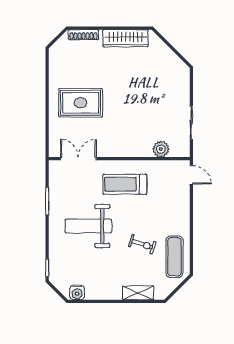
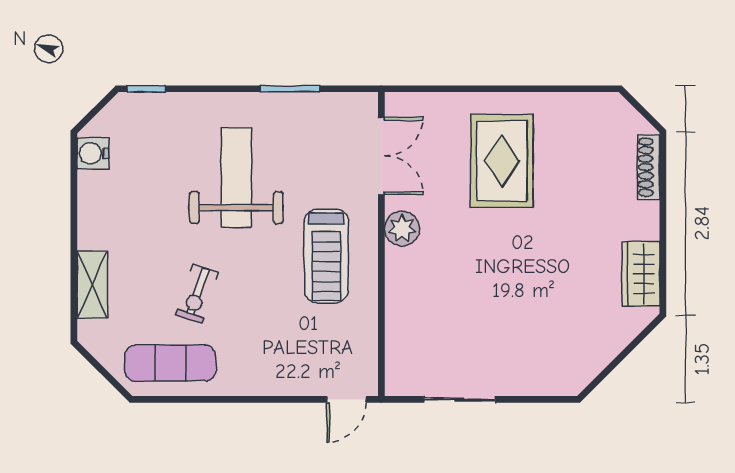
wardrobe: (126, 38) -> (641, 274), width x0.67
plant: (161, 149) -> (402, 229), moved
treadmill: (125, 184) -> (326, 256), turned 180

